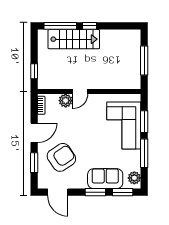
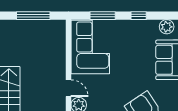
corner sofa: (124, 125) -> (90, 47), moved, turned -90
window: (144, 153) -> (139, 16), width x0.46

